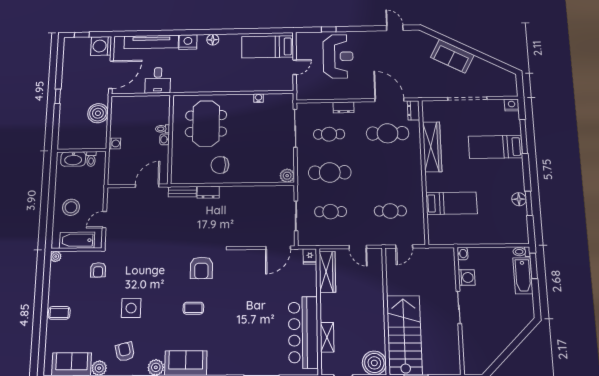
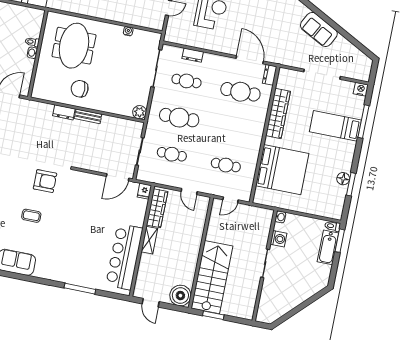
dresser: (344, 107) -> (193, 55), moved
bench: (182, 192) -> (88, 116), moved
bed: (451, 203) -> (282, 170), width x2.04
armchair: (201, 268) -> (45, 181), turned -90
shelving: (327, 337) -> (149, 240), moved

